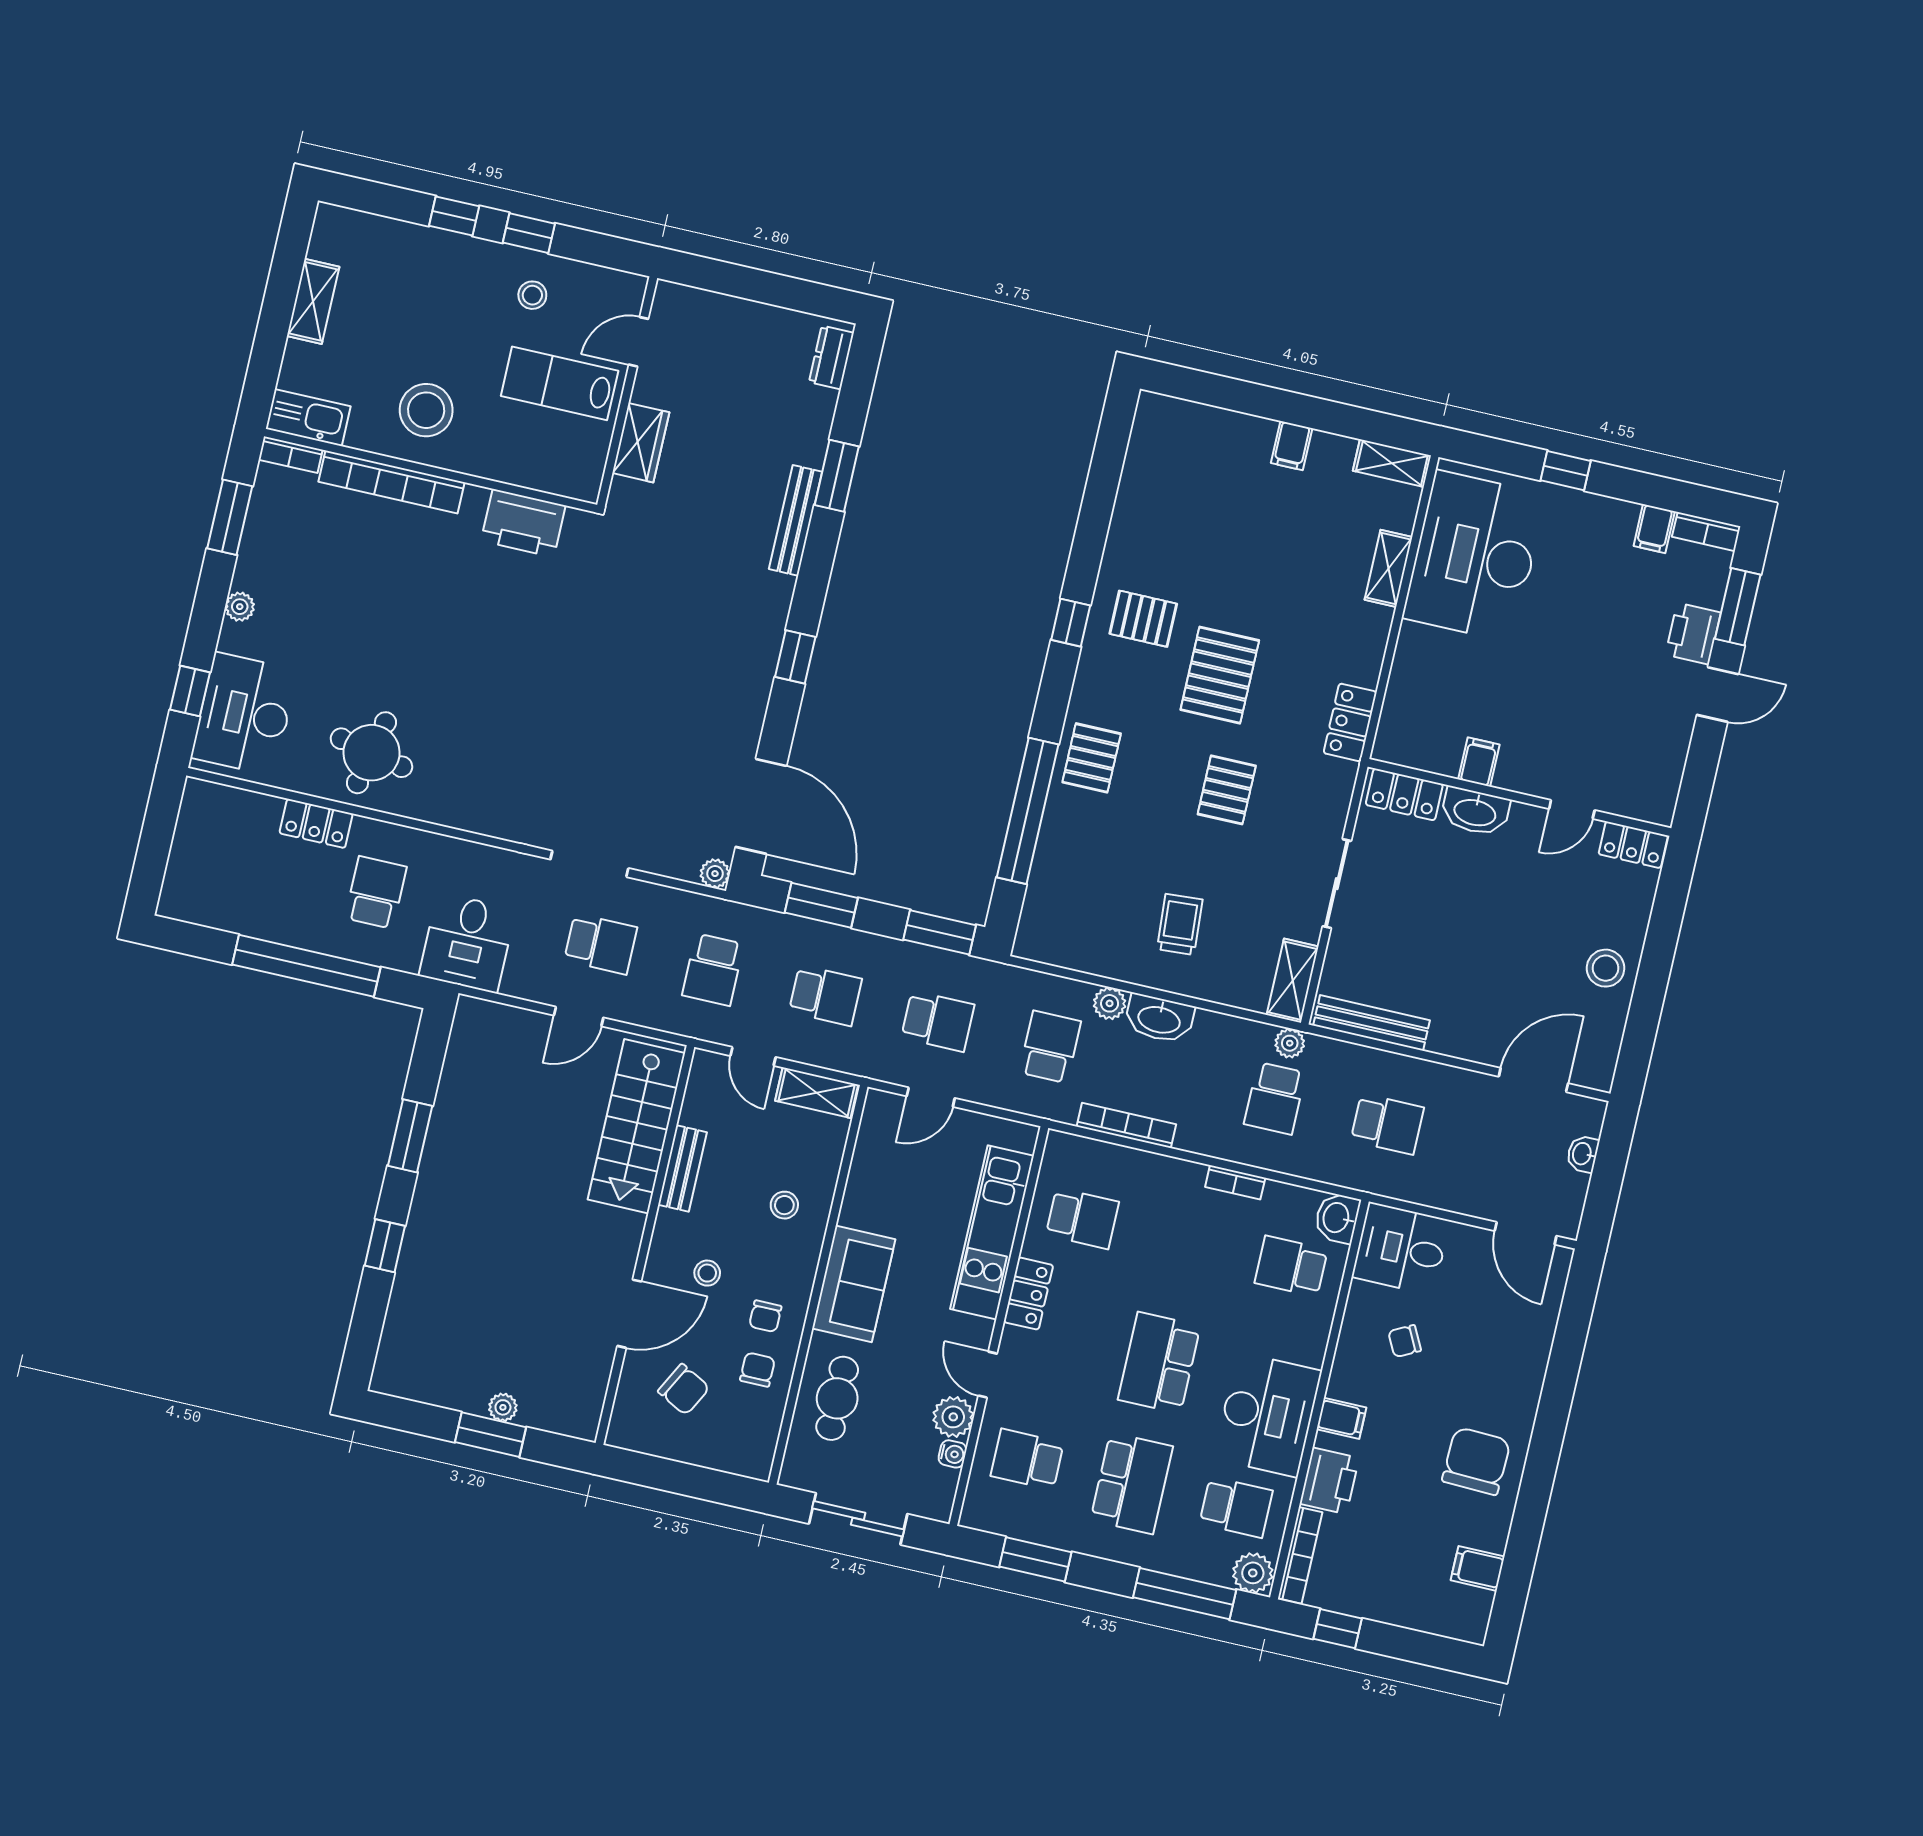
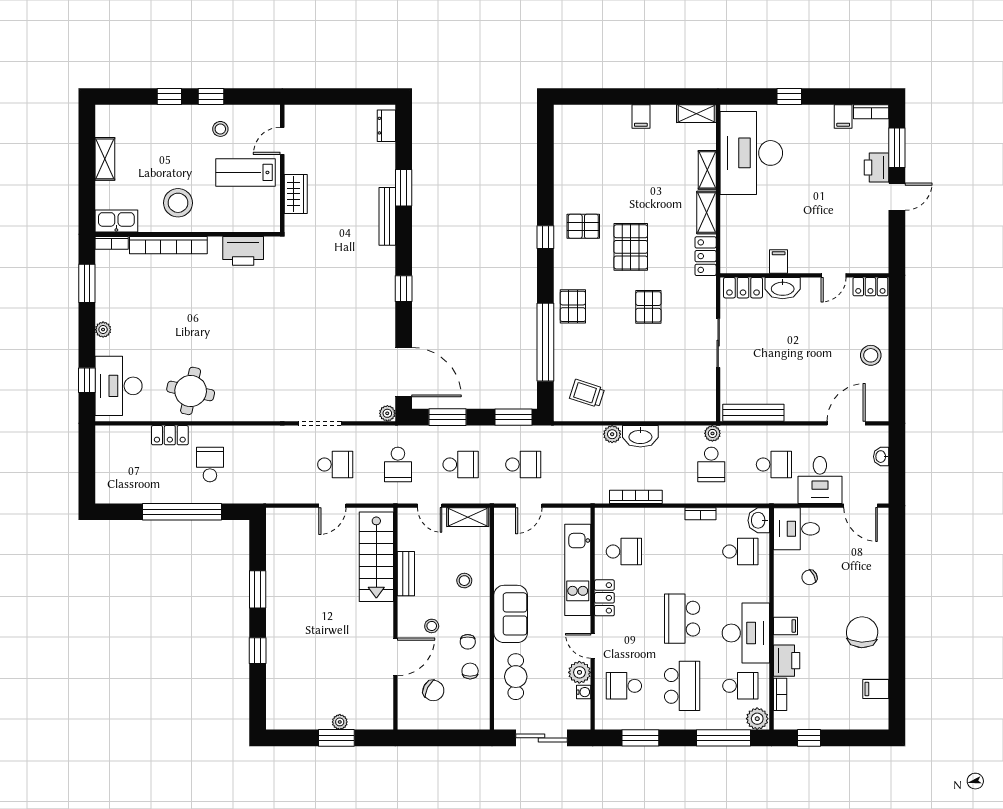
trolley: (1180, 924) -> (587, 393), moved, turned -68
desk: (467, 943) -> (820, 480), moved
shelving: (1293, 981) -> (706, 212), moved
school desk: (1050, 1047) -> (586, 464), removed
school desk: (1291, 1266) -> (740, 551), turned 180
bookcase: (1300, 1555) -> (780, 694), width x0.64

